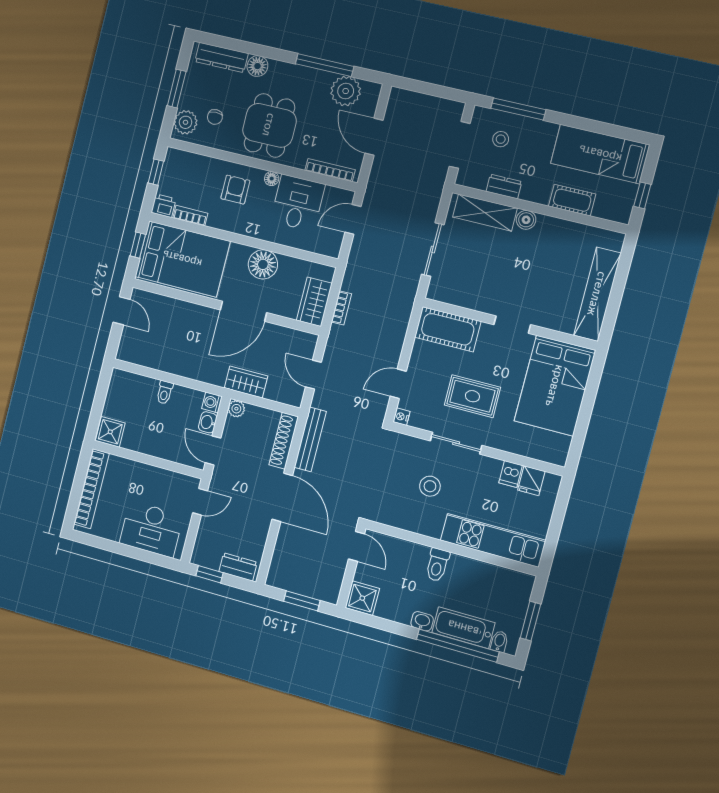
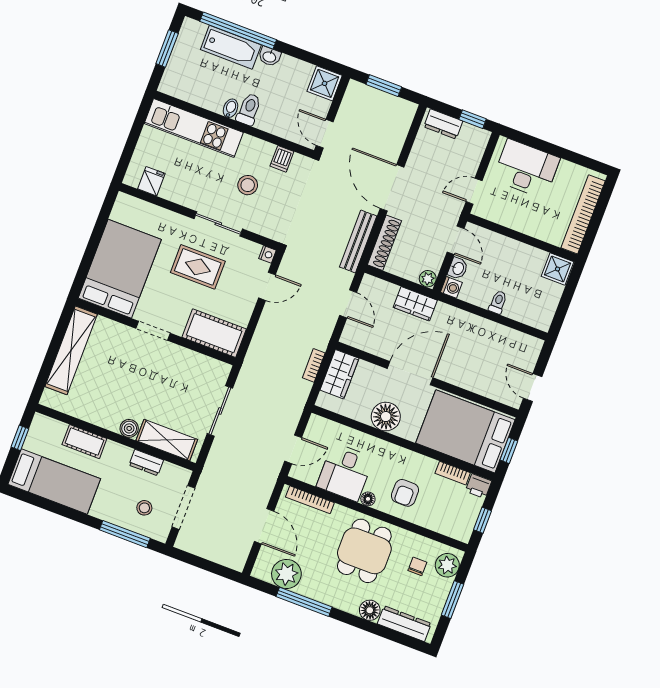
dishwasher: (511, 474) -> (282, 159), moved, turned 180
bidet: (499, 642) -> (230, 108), moved, turned 180

